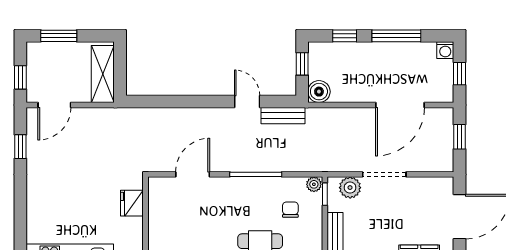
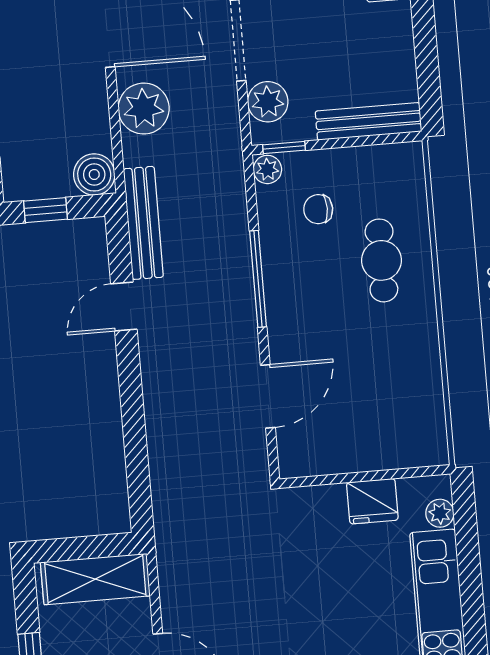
bench: (283, 116) -> (143, 223), width x1.36
plant: (352, 121) -> (144, 109), added
door: (193, 174) -> (268, 396), swing flipped
fridge: (132, 203) -> (372, 501), moved

